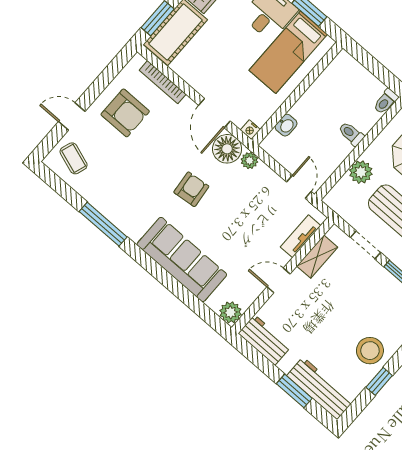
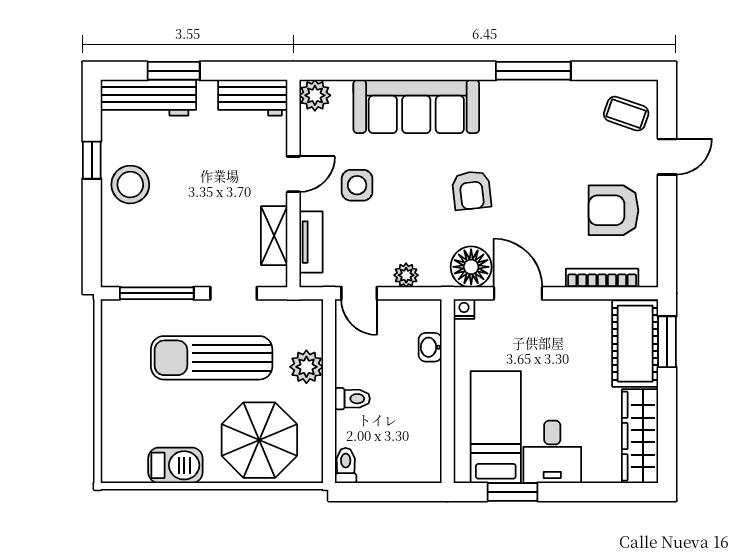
plant: (249, 161) -> (406, 275), moved
side table: (250, 245) -> (357, 185), added

